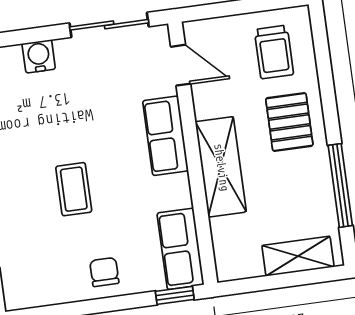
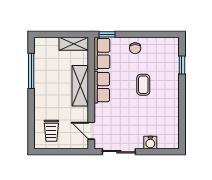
trolley: (274, 52) -> (51, 131), turned 180
pallet: (289, 122) -> (49, 101), removed
row of seats: (166, 136) -> (102, 87), moved
shelving: (298, 256) -> (74, 44), moved

